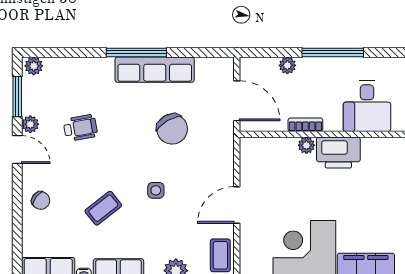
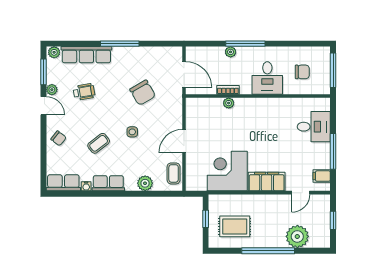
plant: (287, 65) -> (231, 52), moved
row of seats: (155, 70) -> (86, 55), moved
printer: (338, 153) -> (249, 108), removed

